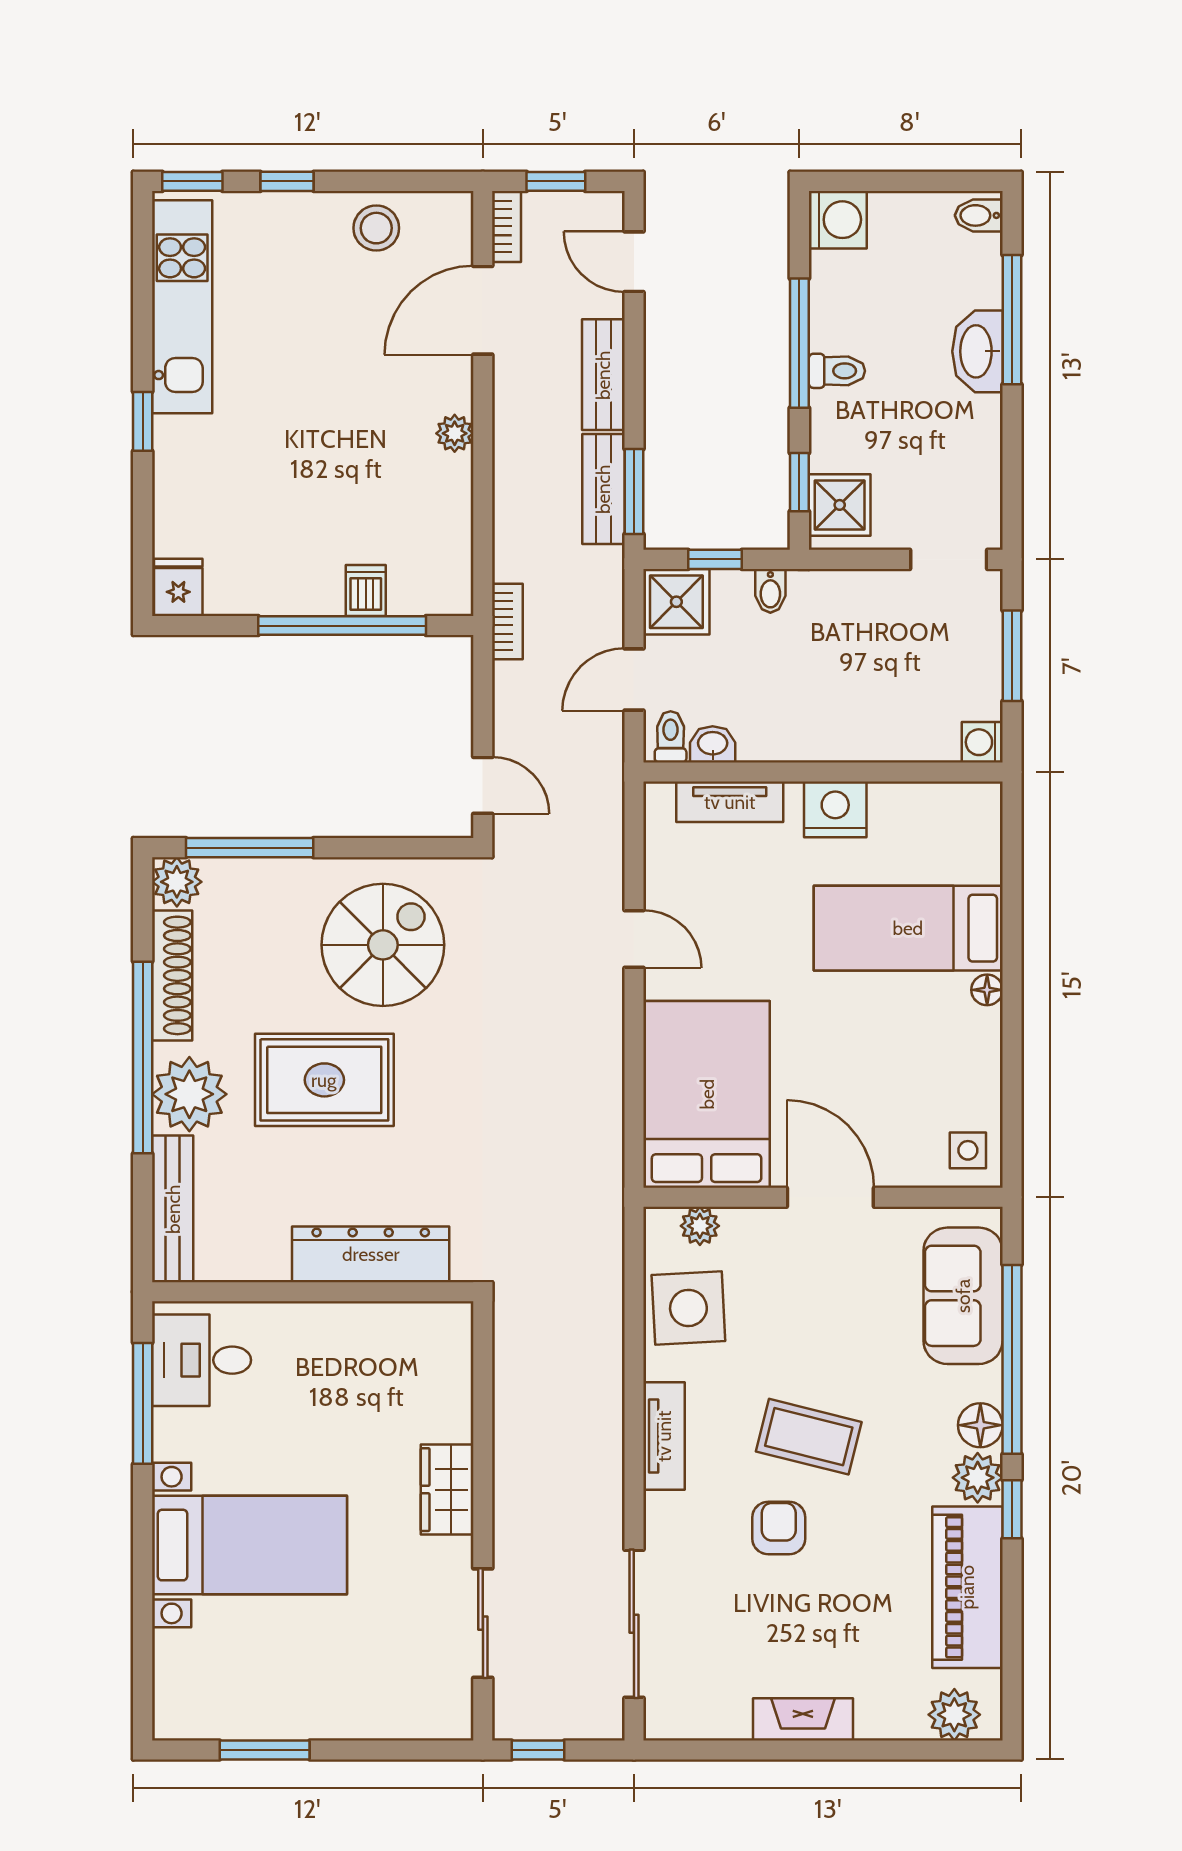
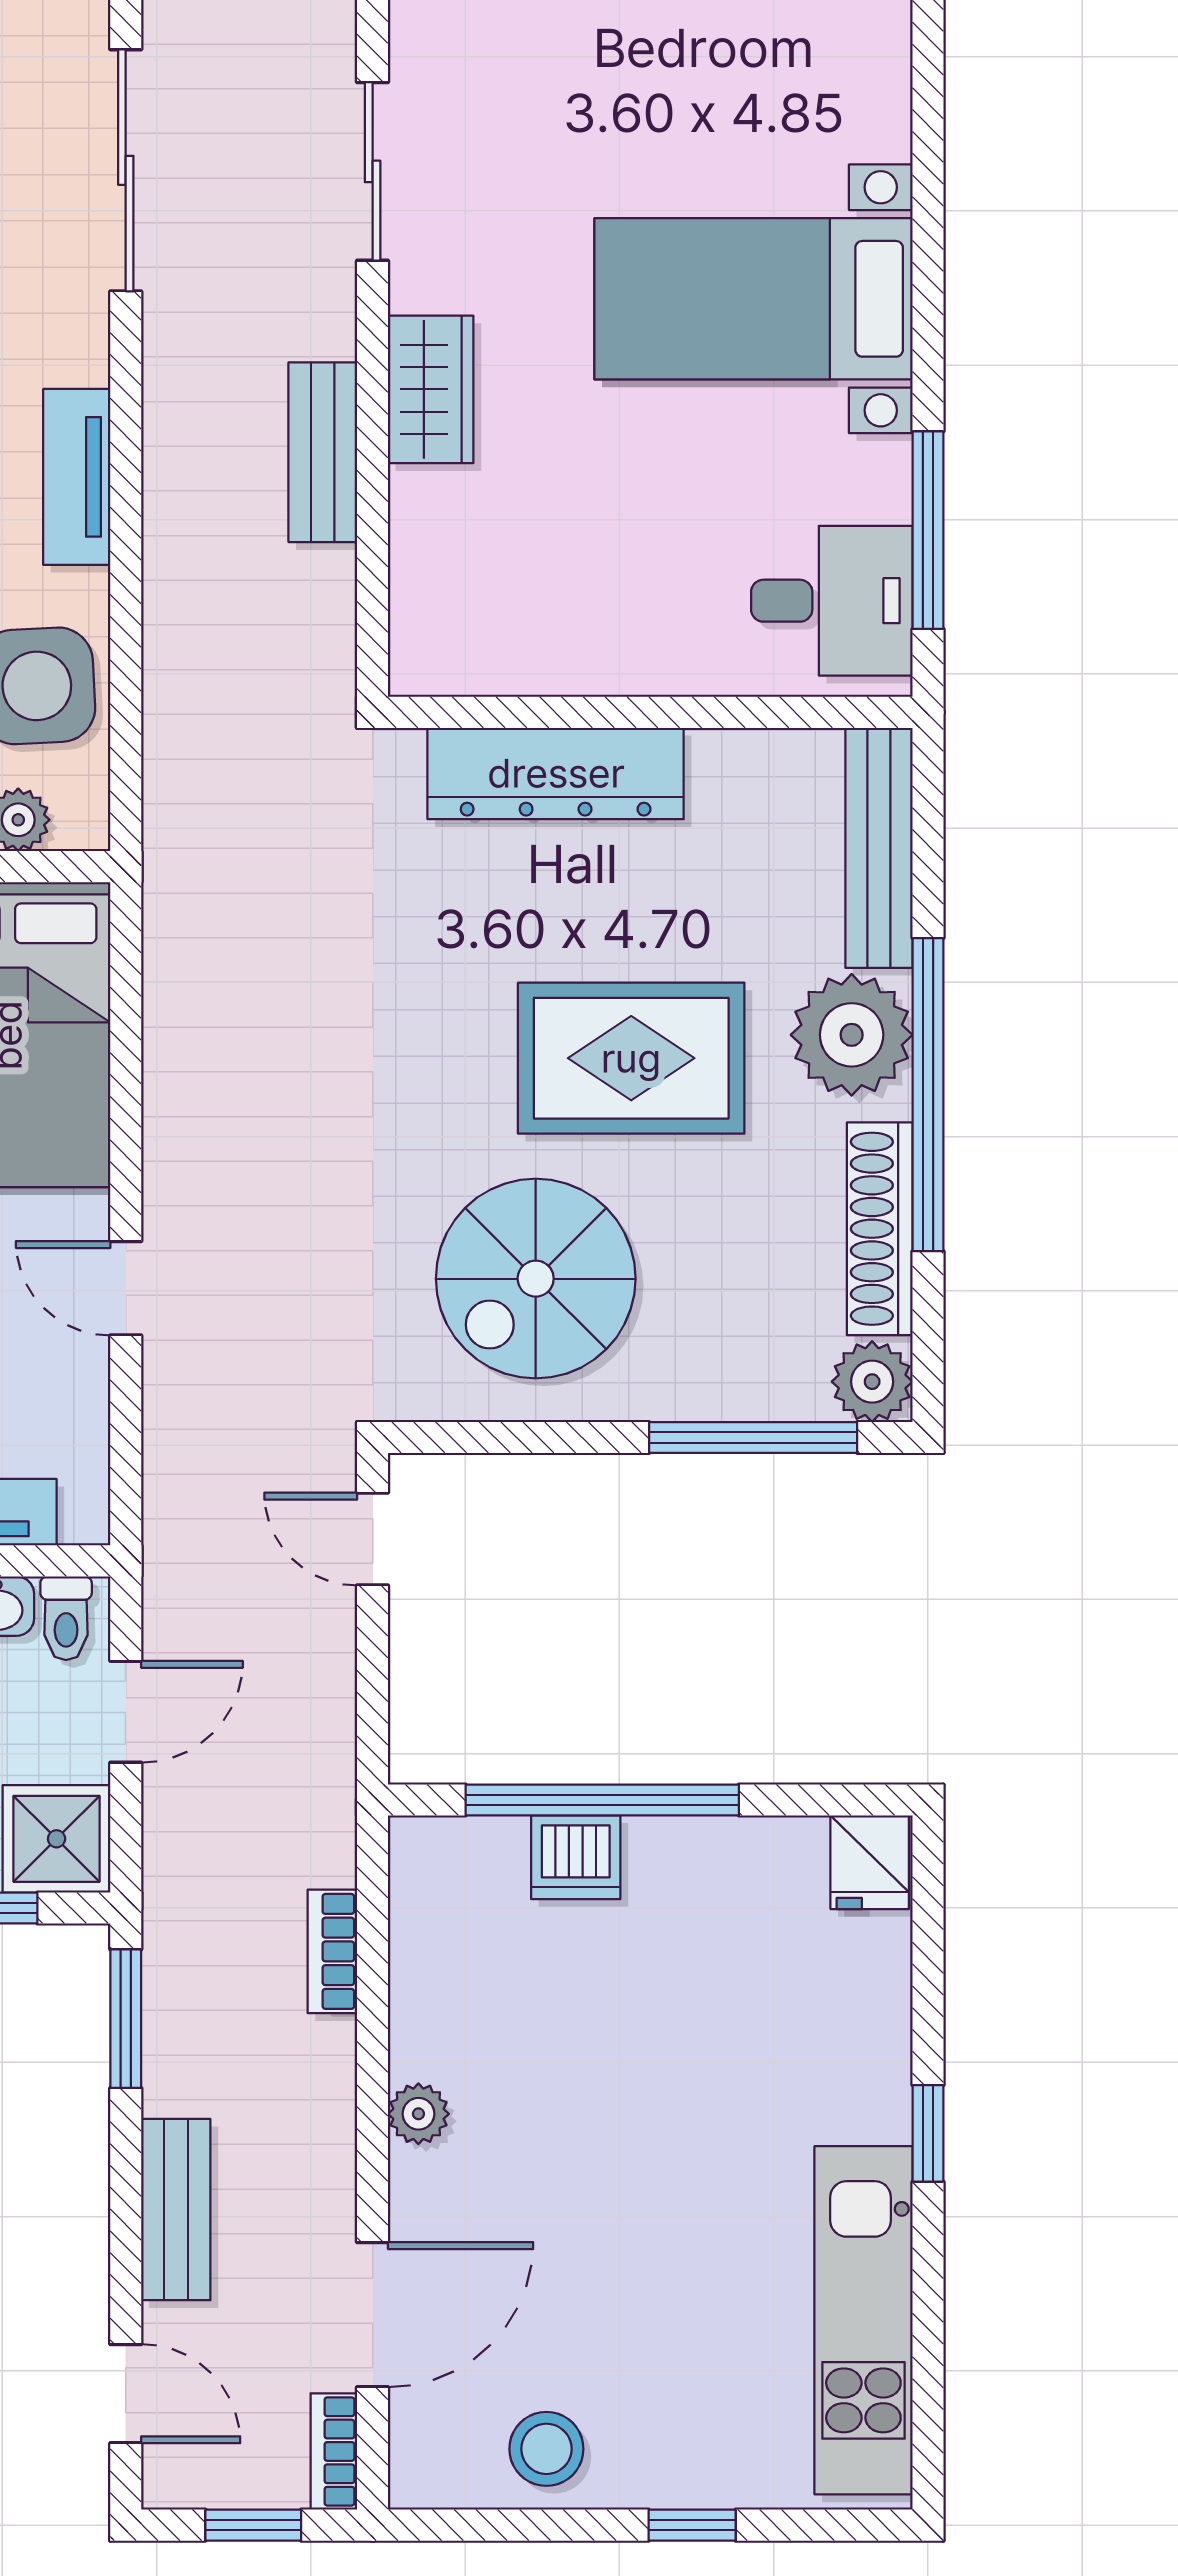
window: (192, 181) -> (847, 2525), removed
bench: (603, 489) -> (323, 452), moved
dishwasher: (366, 590) -> (576, 1857), width x1.38
bookcase: (507, 621) -> (332, 1951), moved

